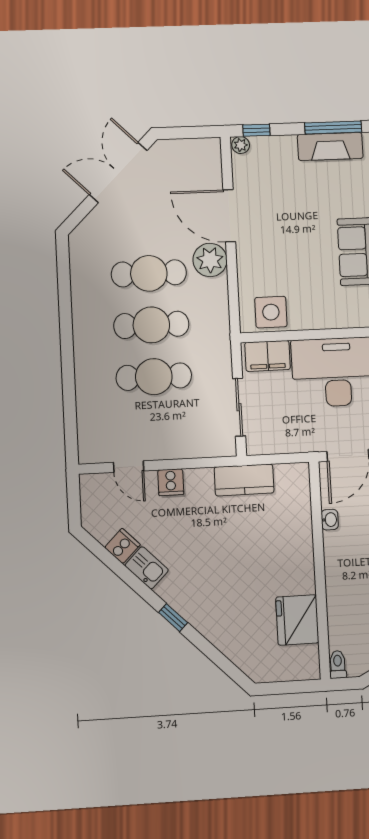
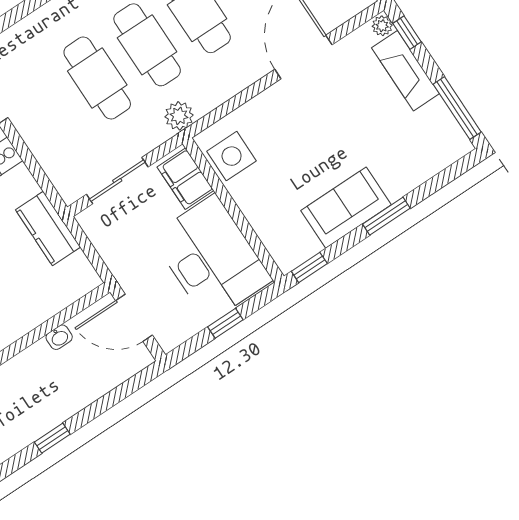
fireplace: (330, 146) -> (406, 71), moved
plant: (210, 260) -> (179, 116), moved, width x0.73, depth x0.73

